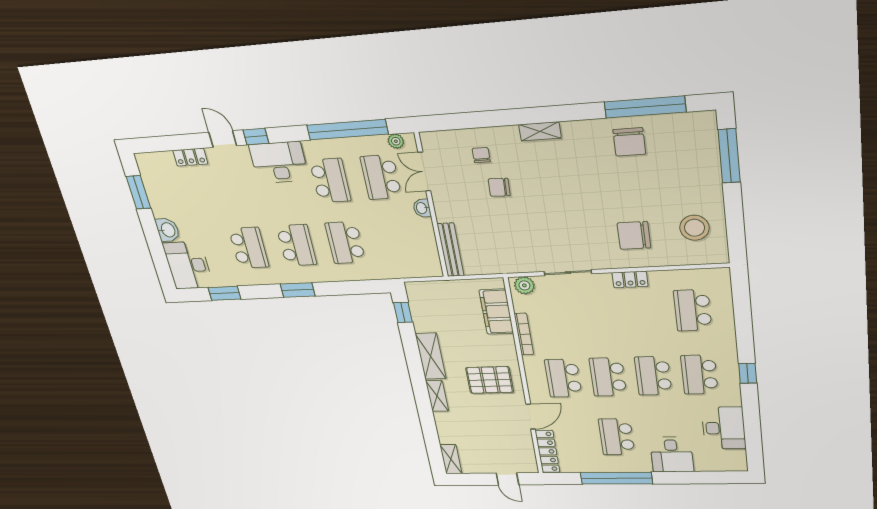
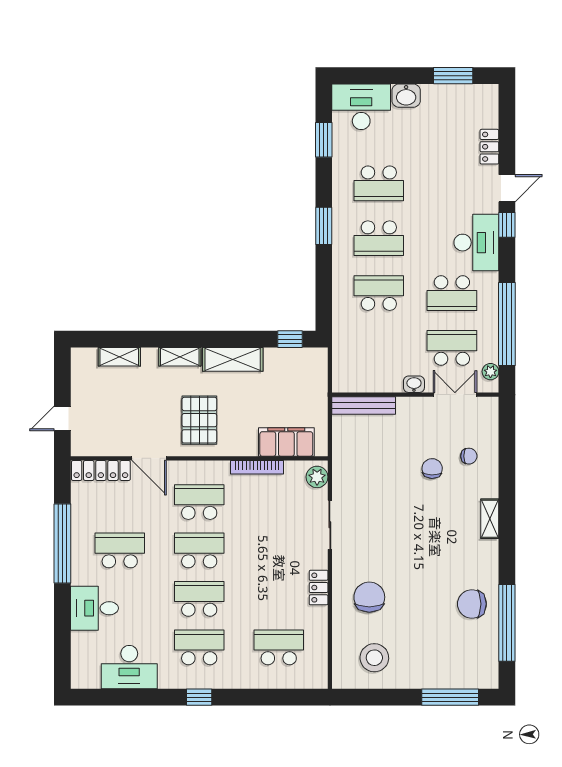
shelving: (451, 459) -> (119, 357), moved

